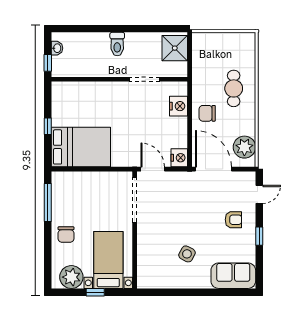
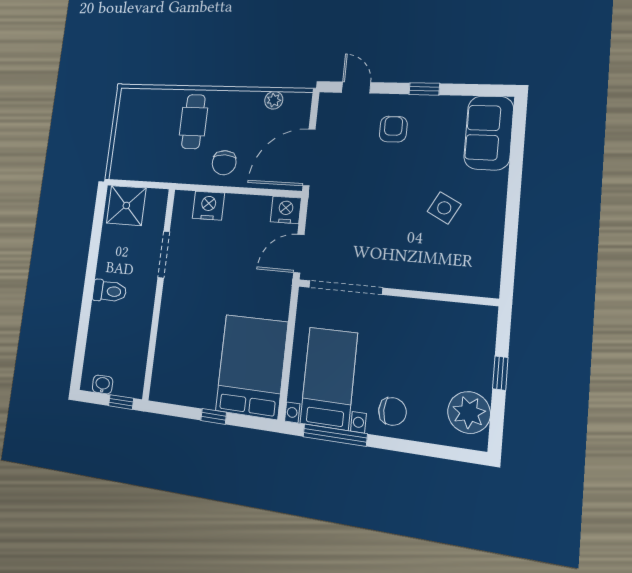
cafe table: (234, 88) -> (193, 122), turned 90
plant: (244, 147) -> (274, 100), width x0.53, depth x0.53
bed with nightstands: (108, 260) -> (329, 378), moved, turned 90

